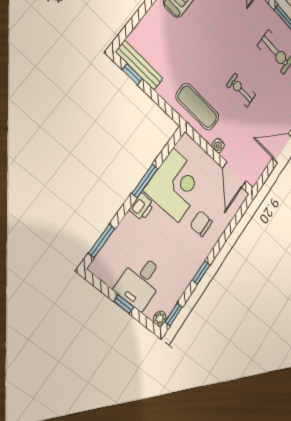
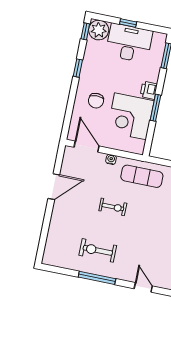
chair: (201, 224) -> (96, 101), turned 90
desk: (140, 282) -> (129, 43), width x1.37
plant: (160, 318) -> (99, 30), width x1.88, depth x1.88

